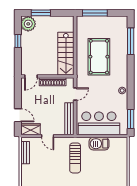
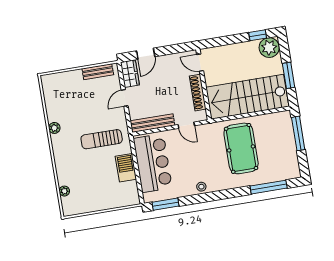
window: (41, 13) -> (289, 75), moved
window: (18, 41) -> (258, 35), moved
stairs: (66, 54) -> (247, 97), width x1.36, depth x1.51
pool table: (99, 57) -> (241, 148), turned 90

